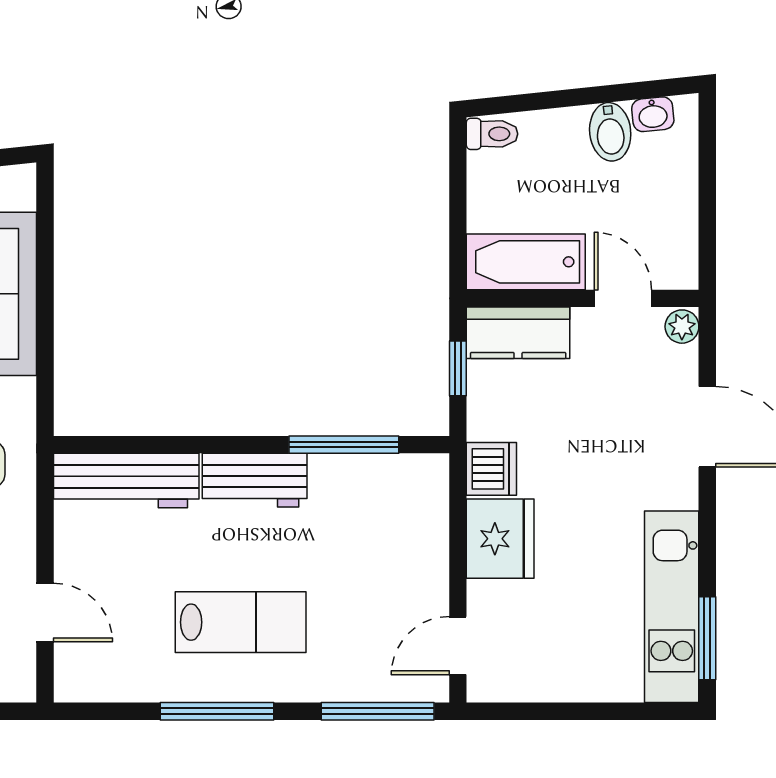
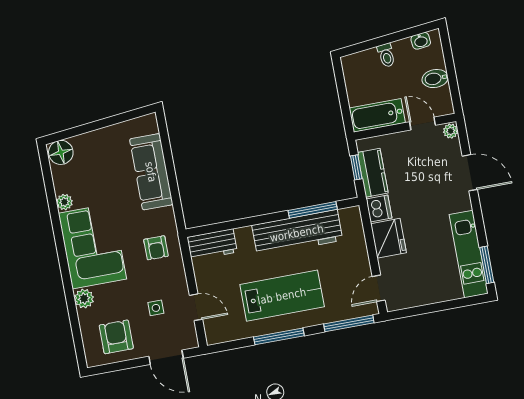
bidet: (610, 132) -> (435, 79), moved, turned 96
toilet: (492, 134) -> (386, 55), moved, turned 84
kitchen counter: (518, 333) -> (373, 173), moved, turned -90
workbench: (255, 480) -> (297, 233), width x1.88, depth x1.32
workbench: (126, 481) -> (212, 245), width x0.73
lab bench: (241, 622) -> (282, 296), width x1.36, depth x1.39

